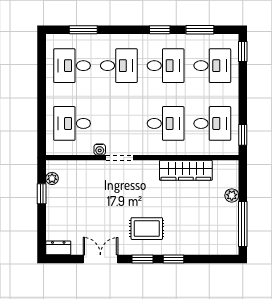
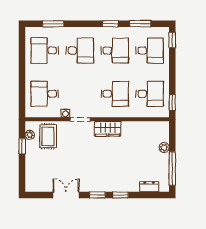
wardrobe: (186, 170) -> (108, 129), moved, width x0.67
rug: (147, 229) -> (48, 136), moved, turned 90
dresser: (58, 248) -> (149, 187), moved

